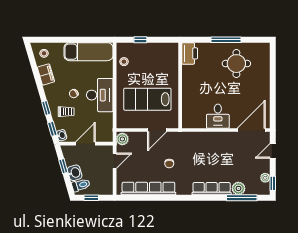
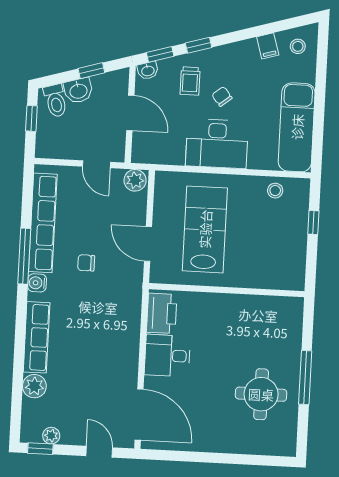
printer: (190, 53) -> (162, 313), moved, turned -90
filing cabinet: (46, 74) -> (268, 46), width x0.50
water cooler: (182, 190) -> (37, 283), added
window: (242, 198) -> (24, 256), moved

